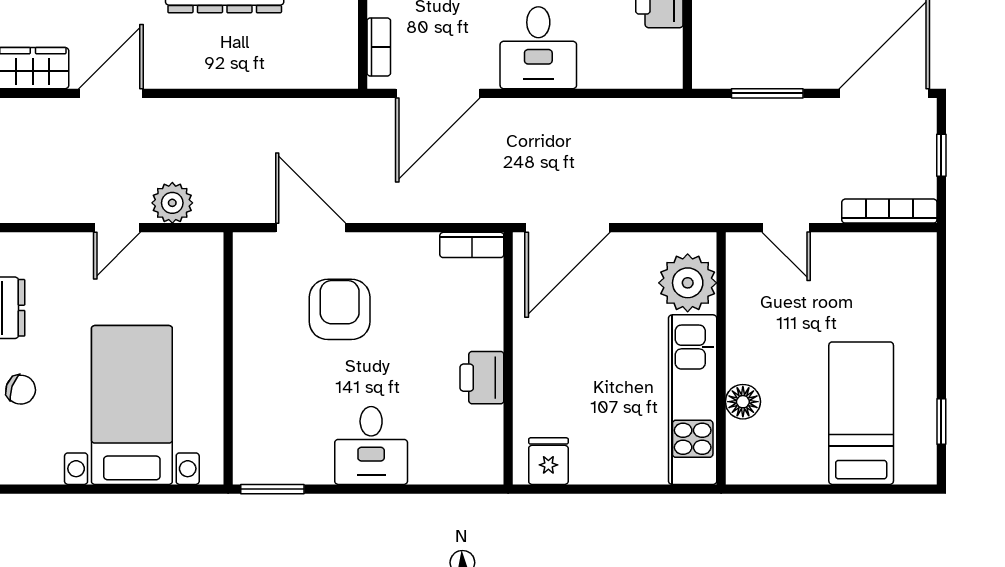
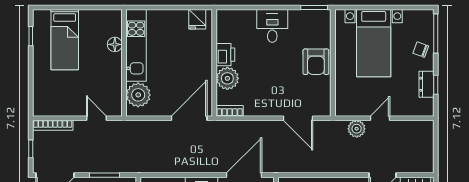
armchair: (340, 309) -> (316, 62), moved
plant: (477, 322) -> (227, 78), added

